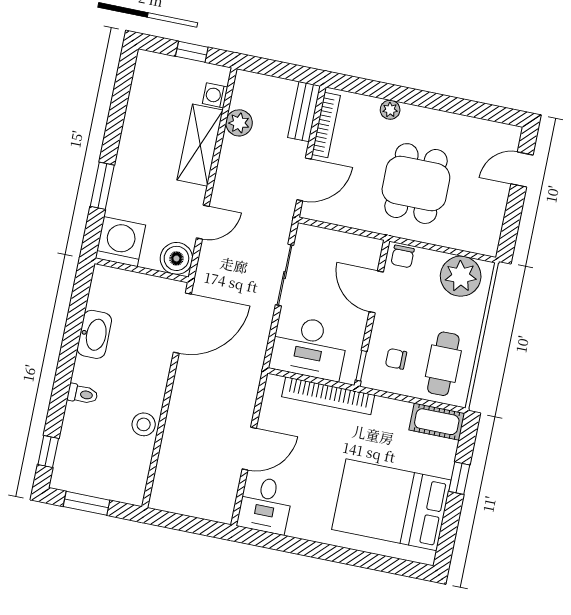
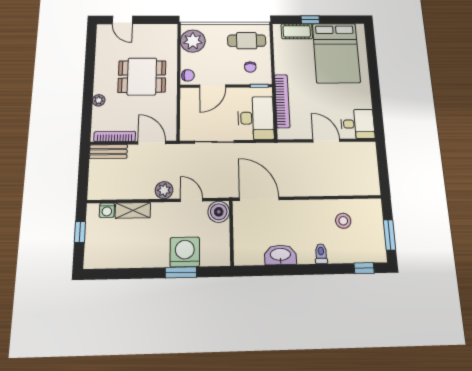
plant: (239, 123) -> (164, 190), moved
shelving: (200, 145) -> (133, 210), width x0.67, depth x0.75
washing machine: (120, 242) -> (185, 252), moved, turned 90
cot: (437, 422) -> (297, 31), moved, turned 90
stool: (144, 424) -> (343, 221), moved

